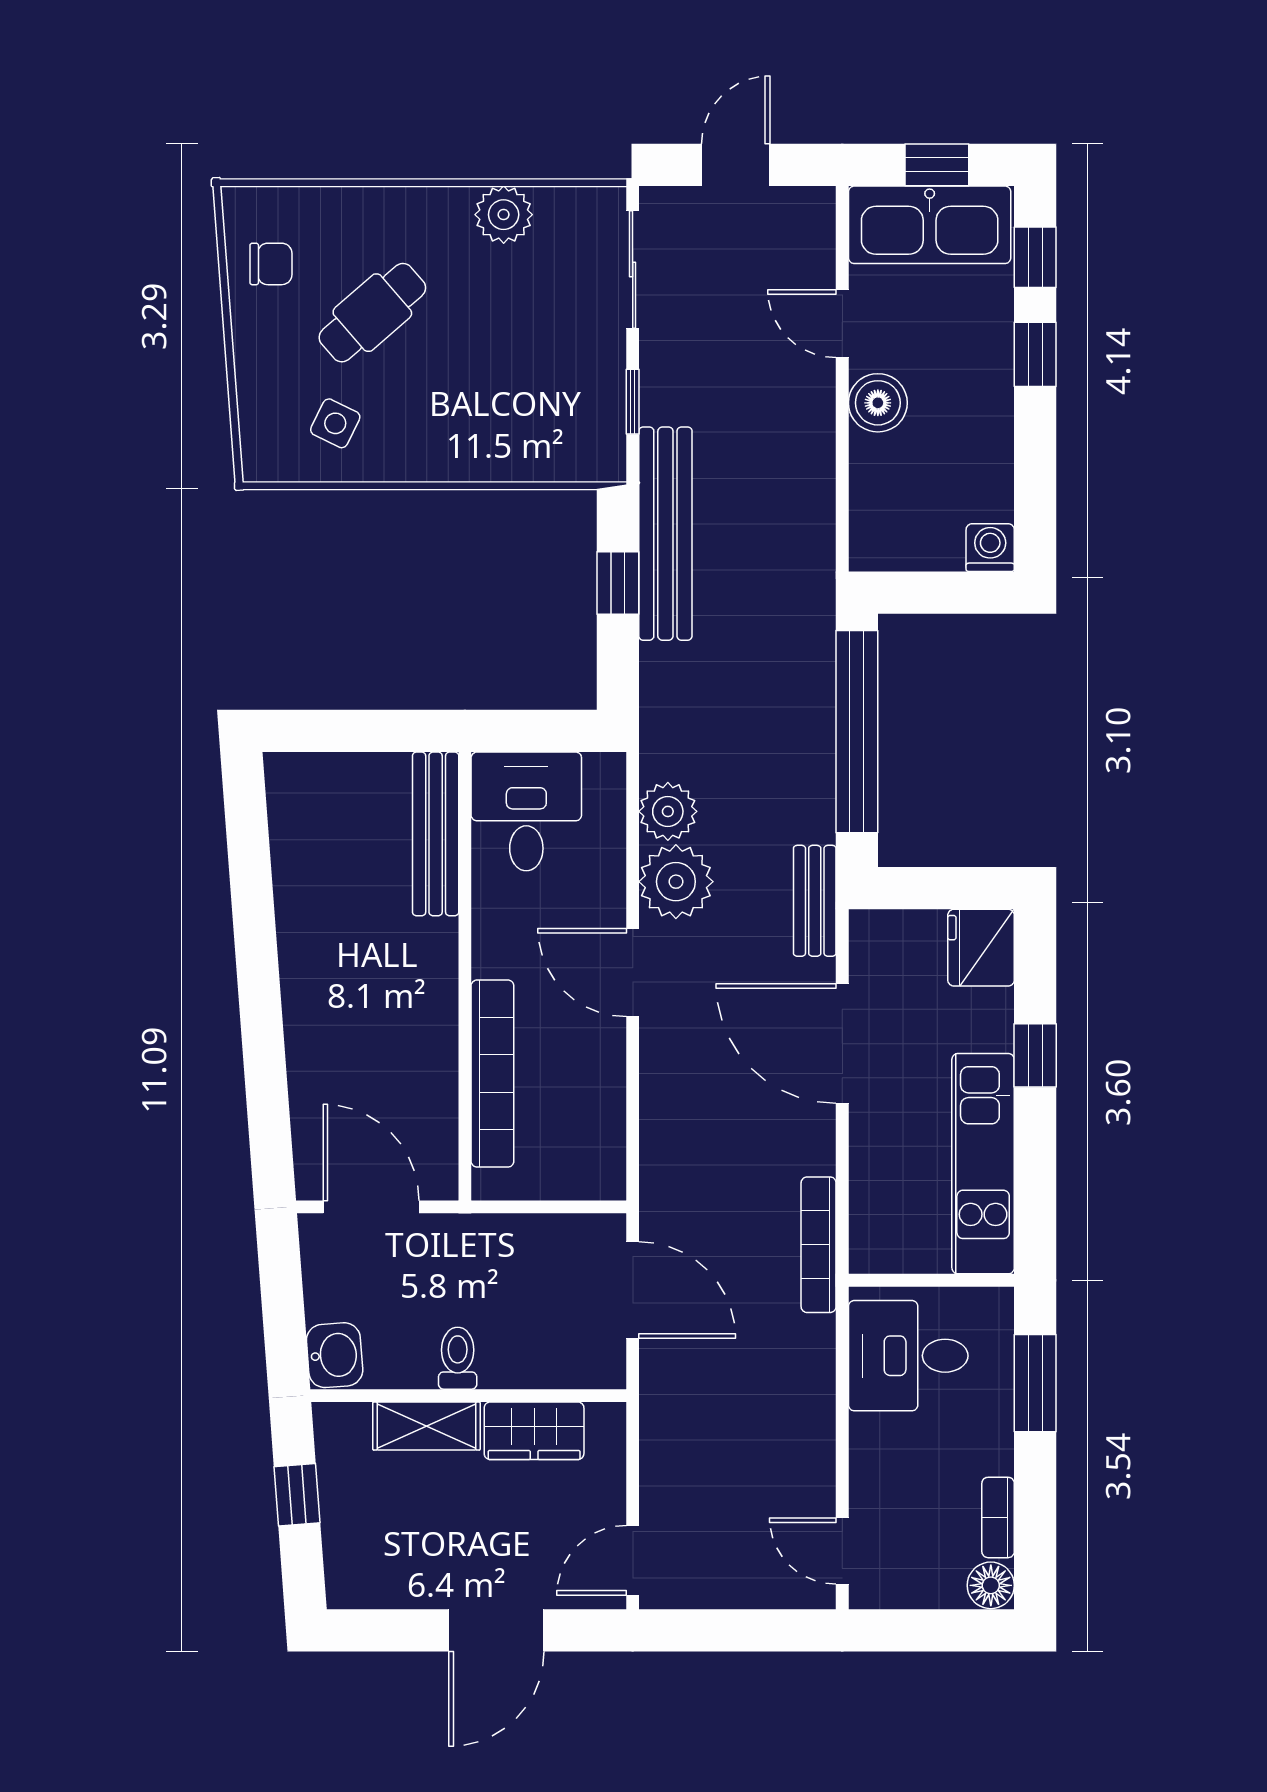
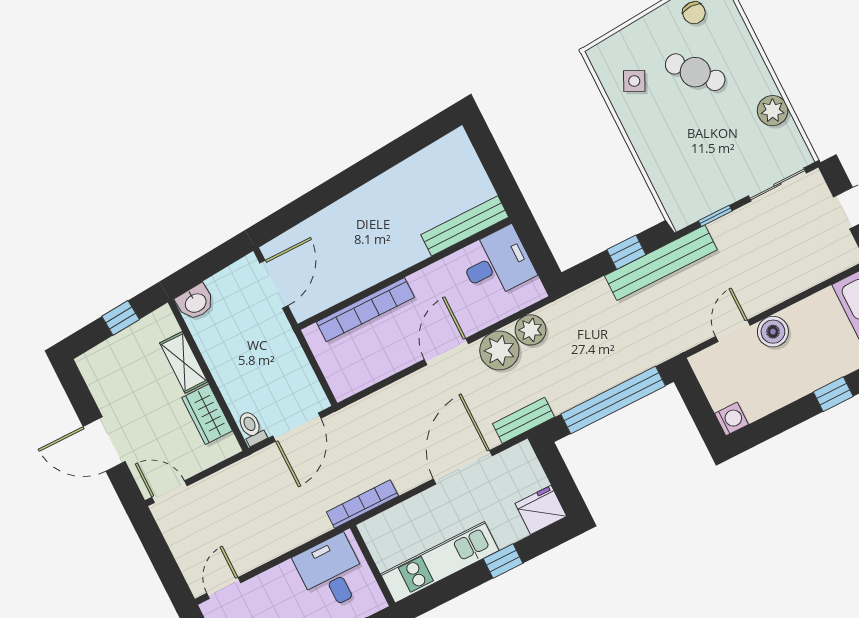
door: (842, 324) -> (733, 331), moved
toilet: (458, 1358) -> (252, 428), moved, turned -90

